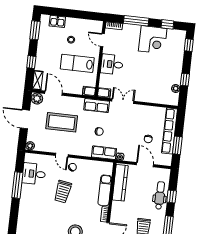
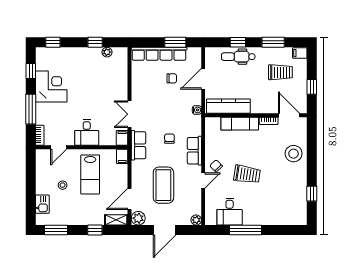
row of seats: (104, 153) -> (194, 151), moved

